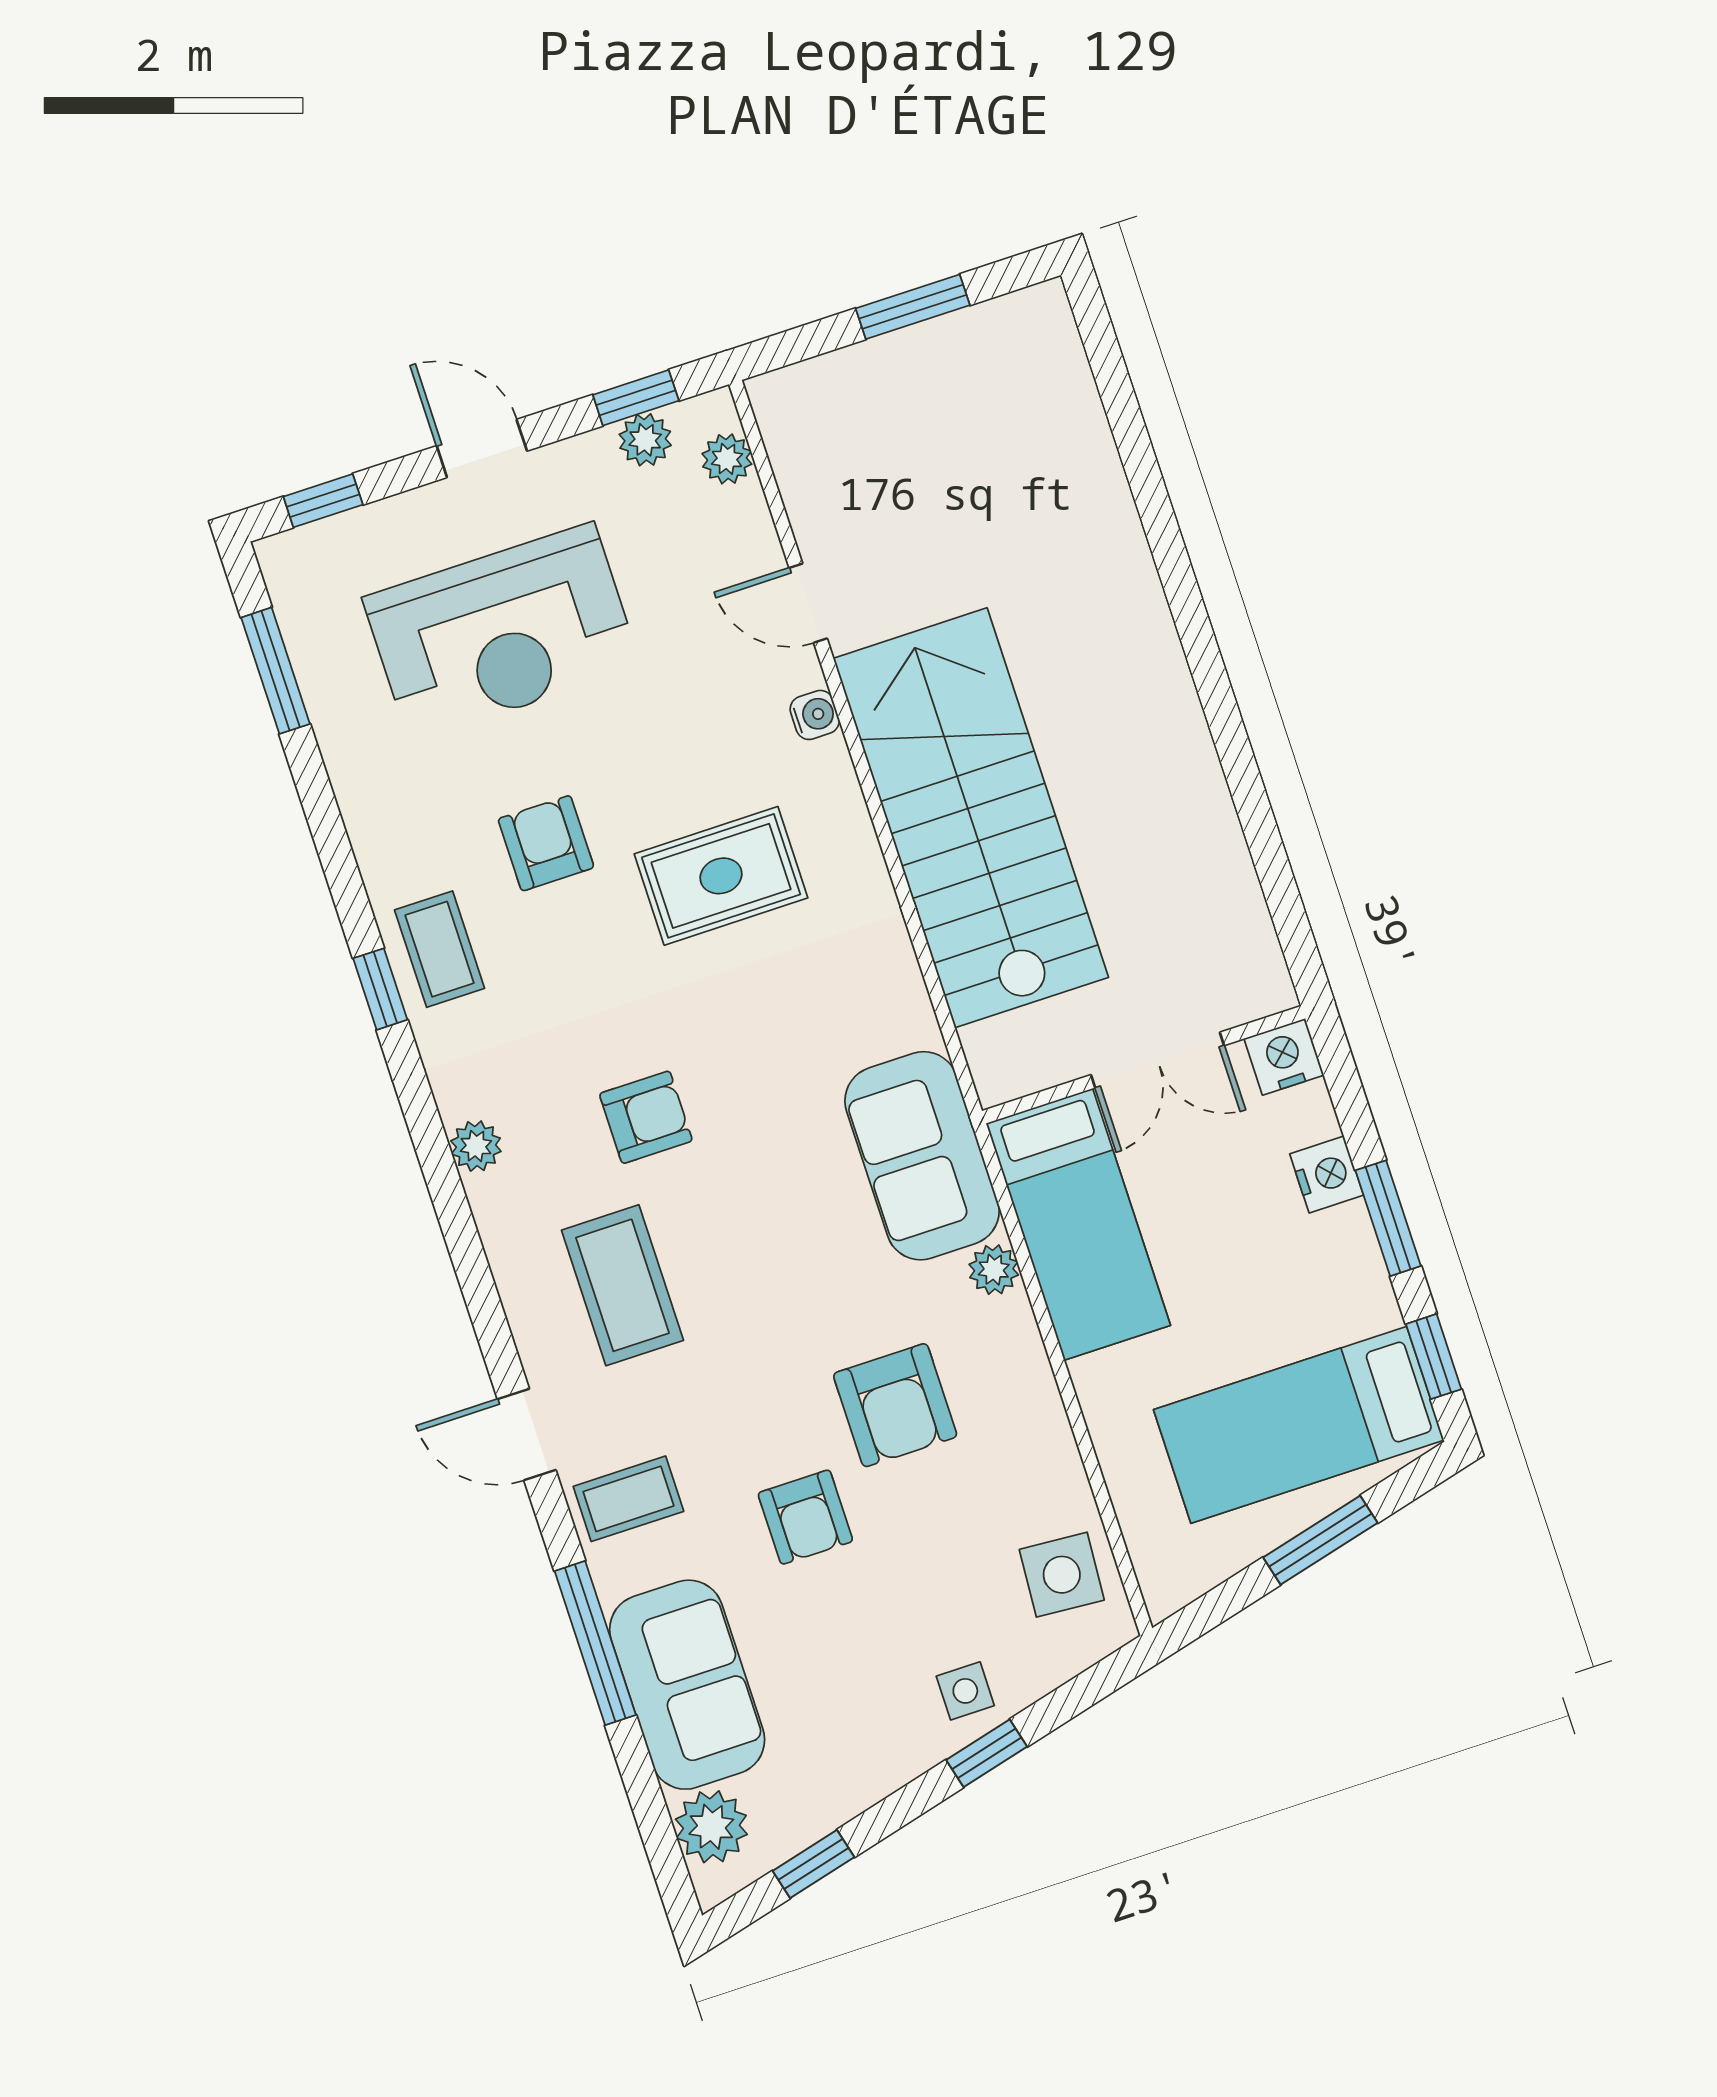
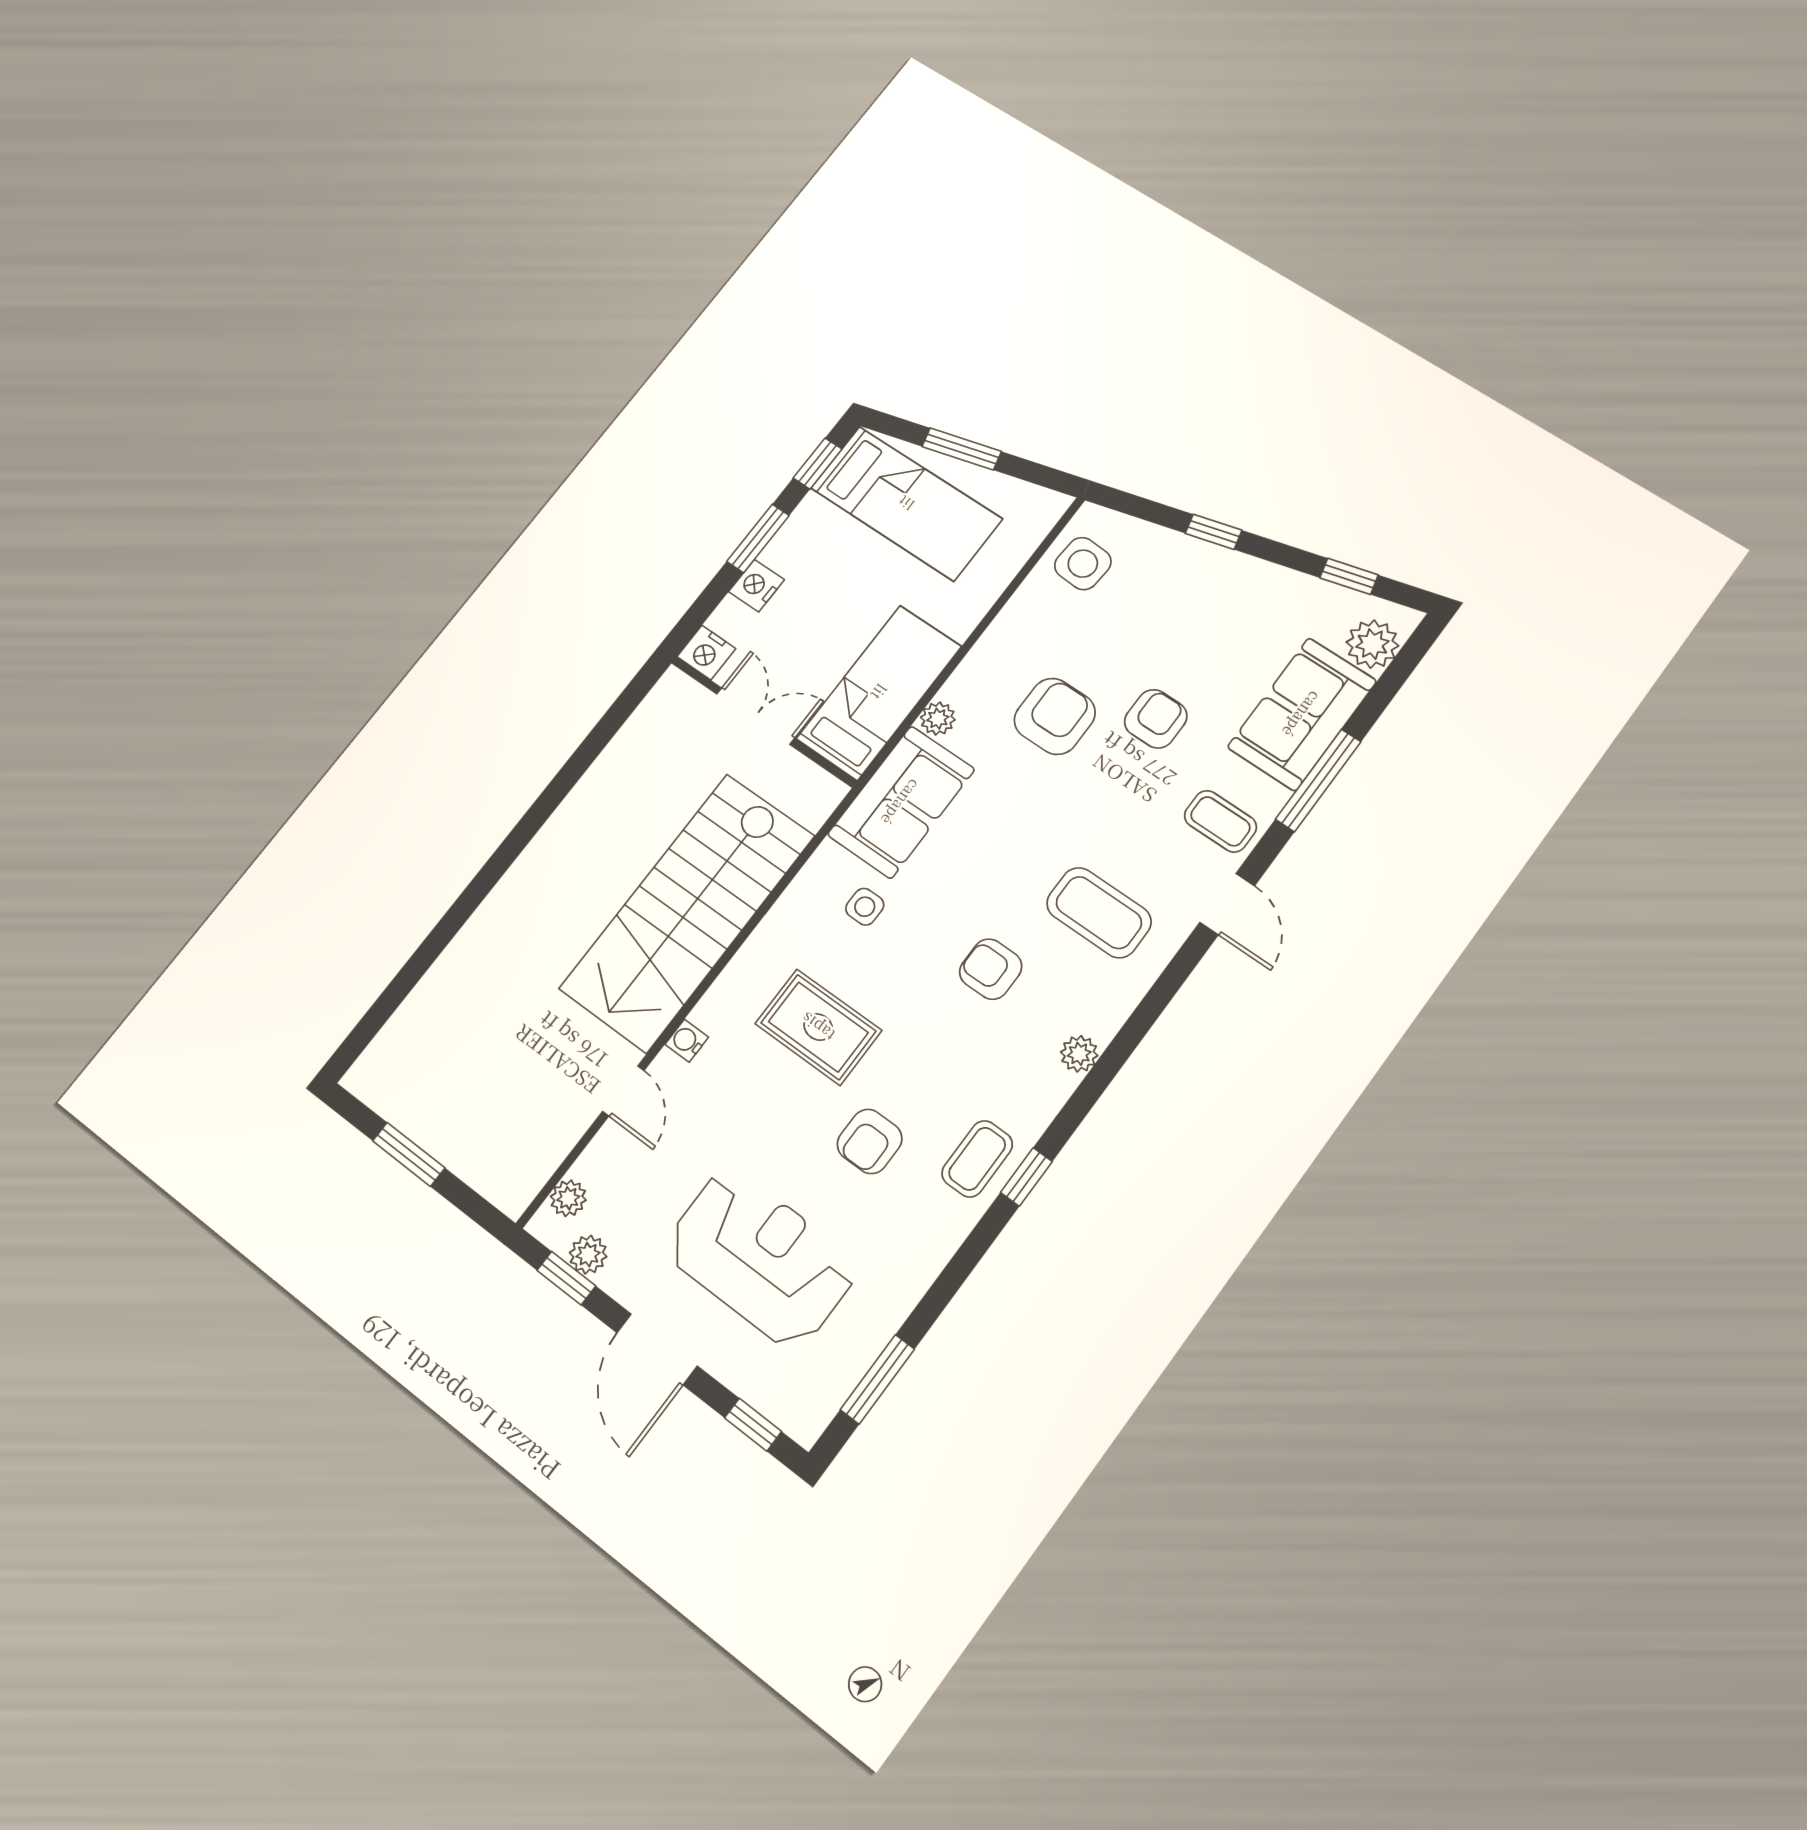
door: (482, 448) -> (657, 1349), width x1.38
coffee table: (622, 1285) -> (1099, 913), turned 90
side table: (965, 1691) -> (865, 907), moved

